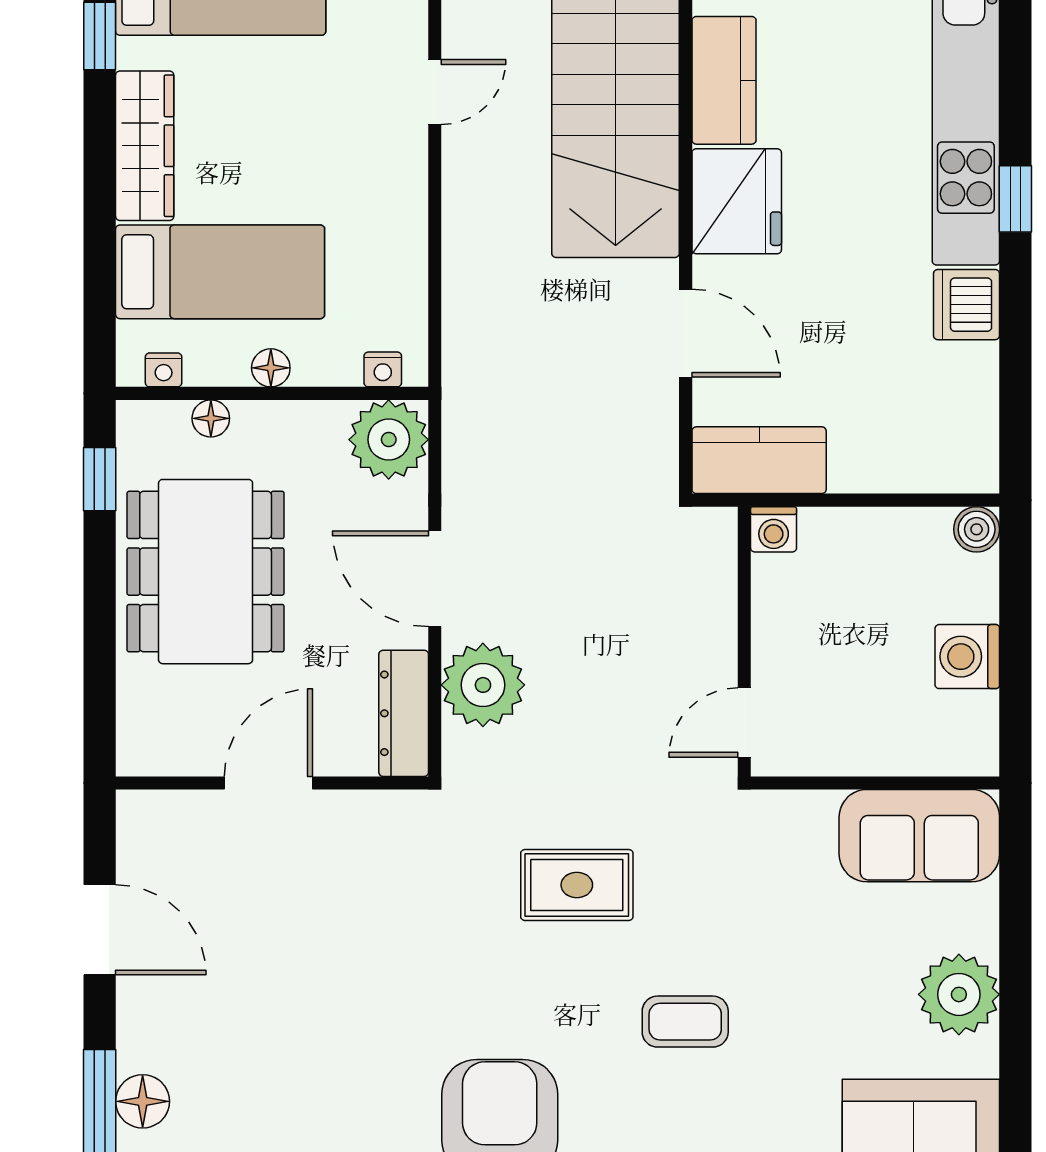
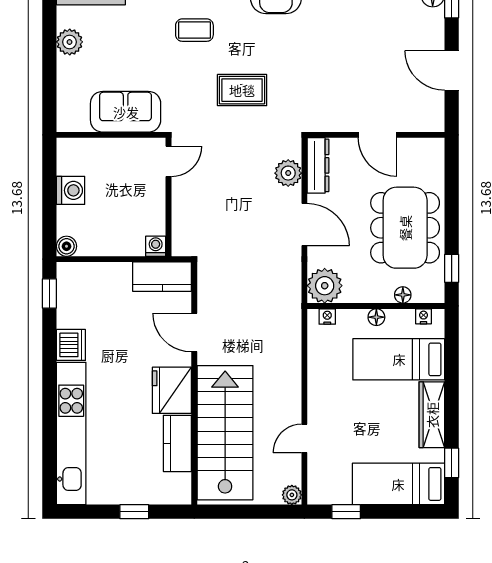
window: (1015, 199) -> (49, 294), moved
plant: (483, 685) -> (288, 173), width x0.73, depth x0.73
door: (268, 783) -> (377, 135), hinge flipped
sofa: (919, 836) -> (126, 112), moved
plant: (959, 994) -> (70, 42), width x0.73, depth x0.73

